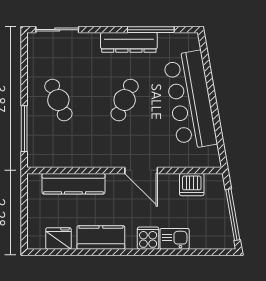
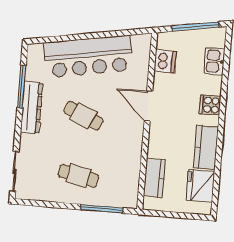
cafe table: (58, 100) -> (78, 176), turned 36
door: (141, 170) -> (148, 106), swing flipped
kitchen counter: (73, 184) -> (154, 178), width x0.67
fridge: (58, 238) -> (200, 186), width x1.36, depth x1.34
kitchen sink: (175, 239) -> (214, 61), moved

